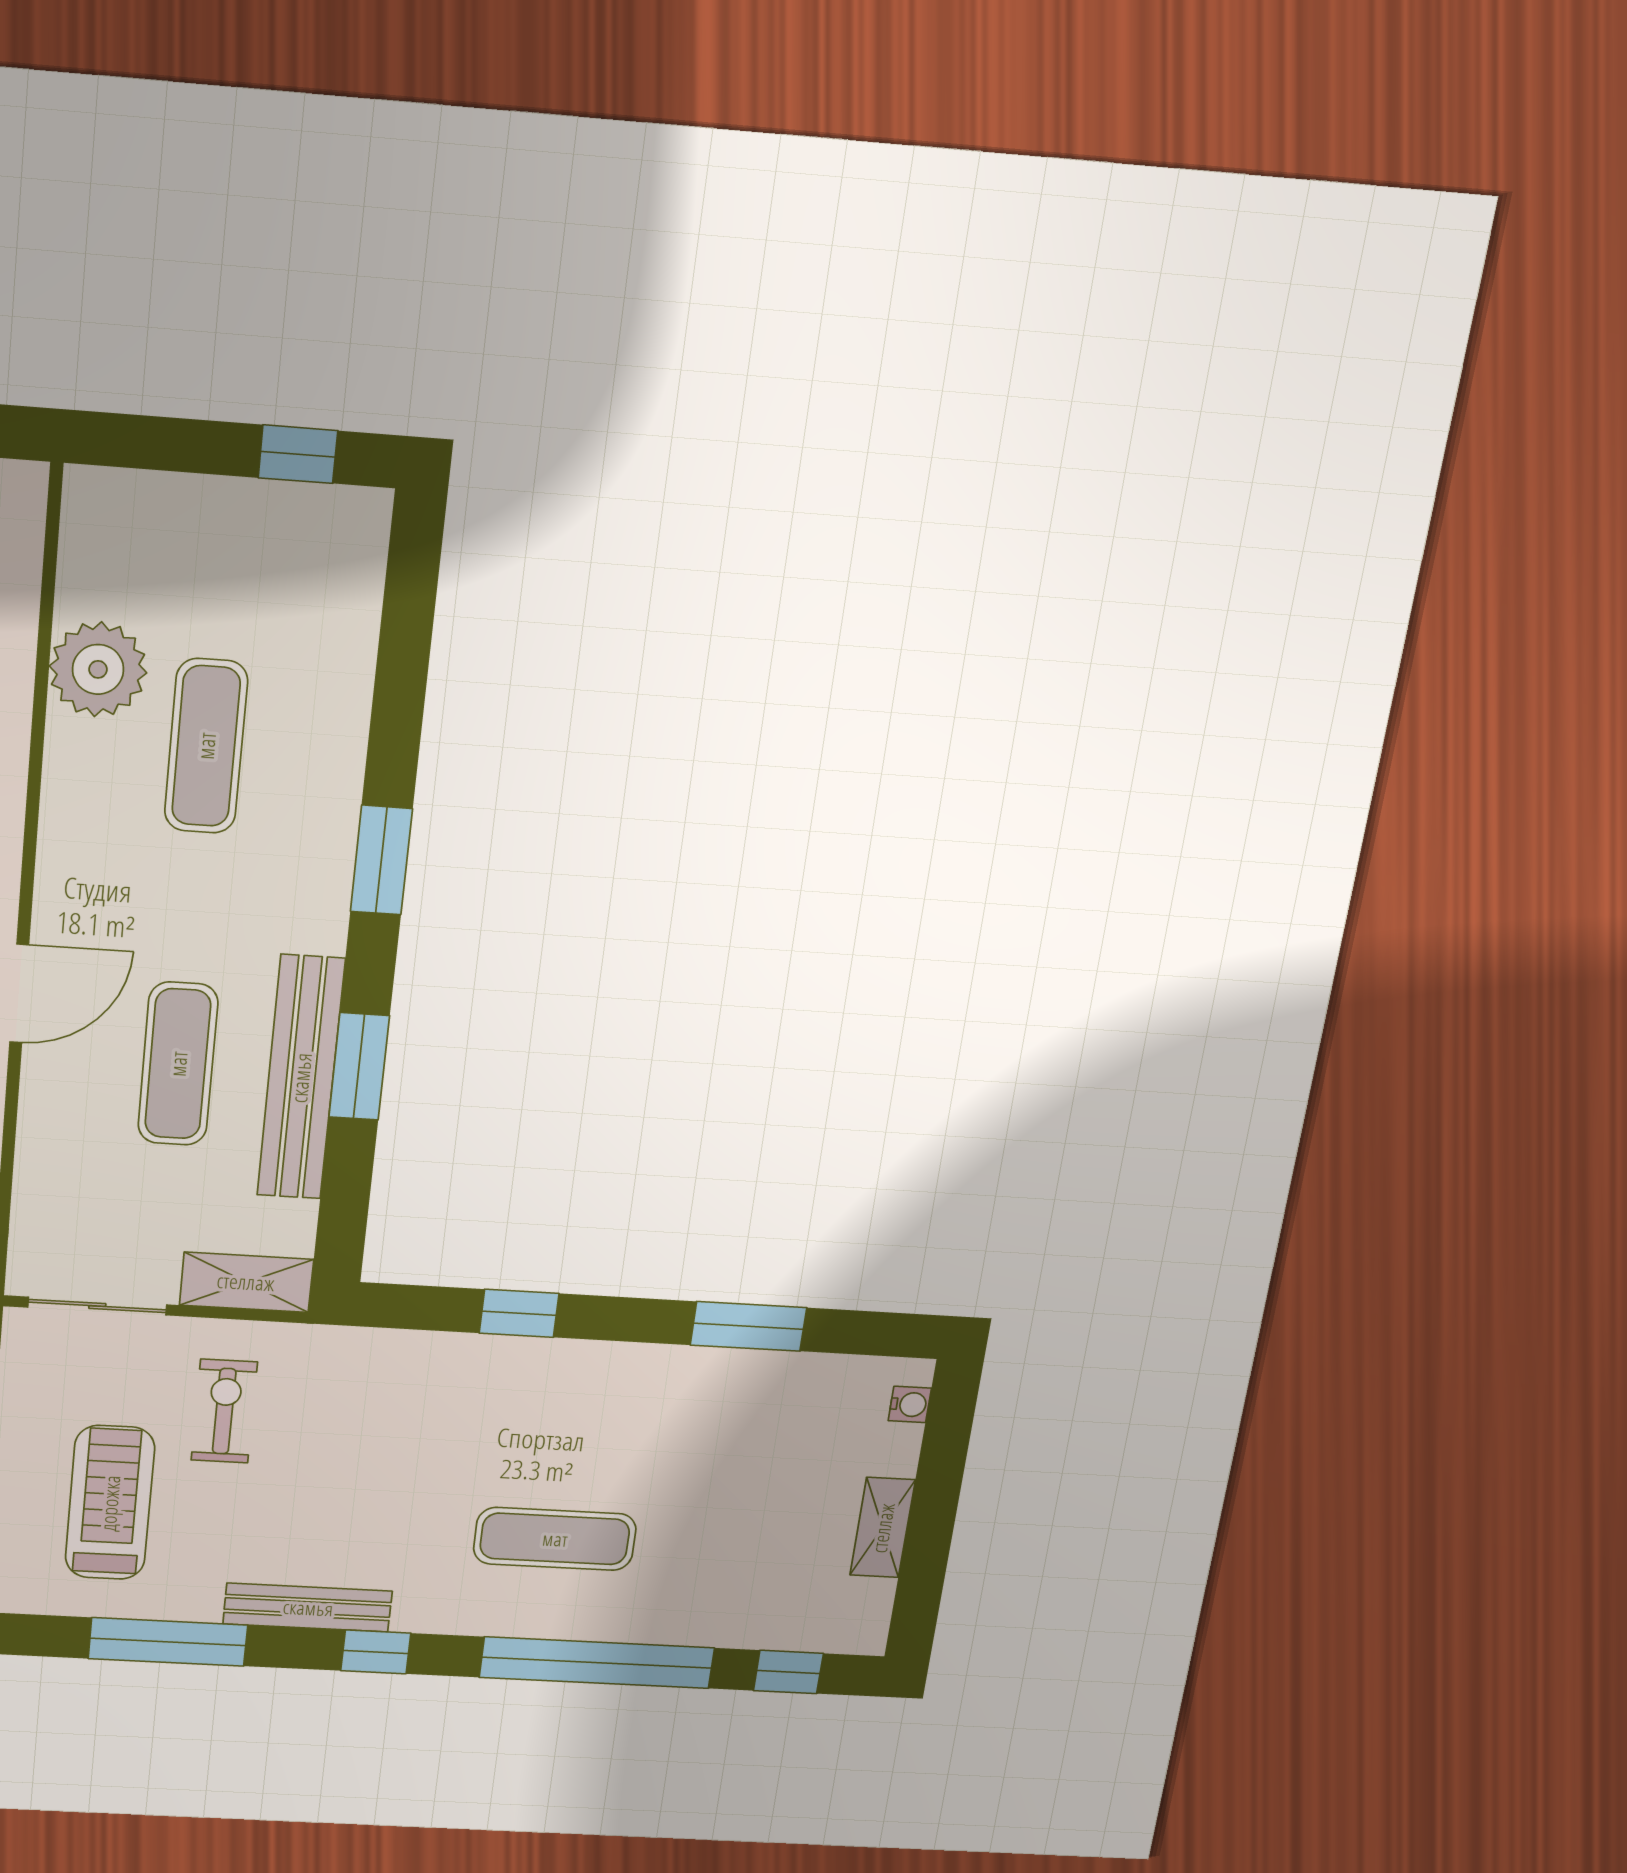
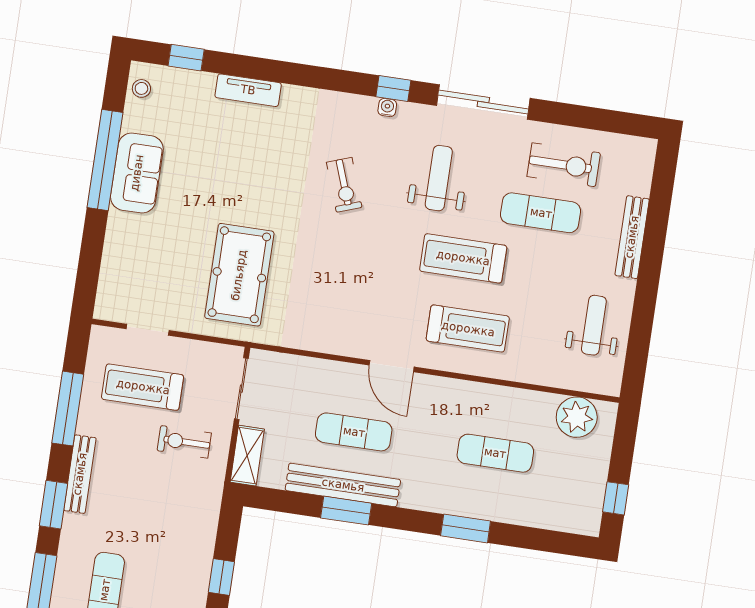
plant: (98, 669) -> (577, 417), moved
window: (381, 860) -> (466, 528), moved
exercise bike: (224, 1411) -> (184, 442), turned 180
treadmill: (110, 1503) -> (143, 387), turned 180
window: (376, 1652) -> (53, 505), width x1.50

